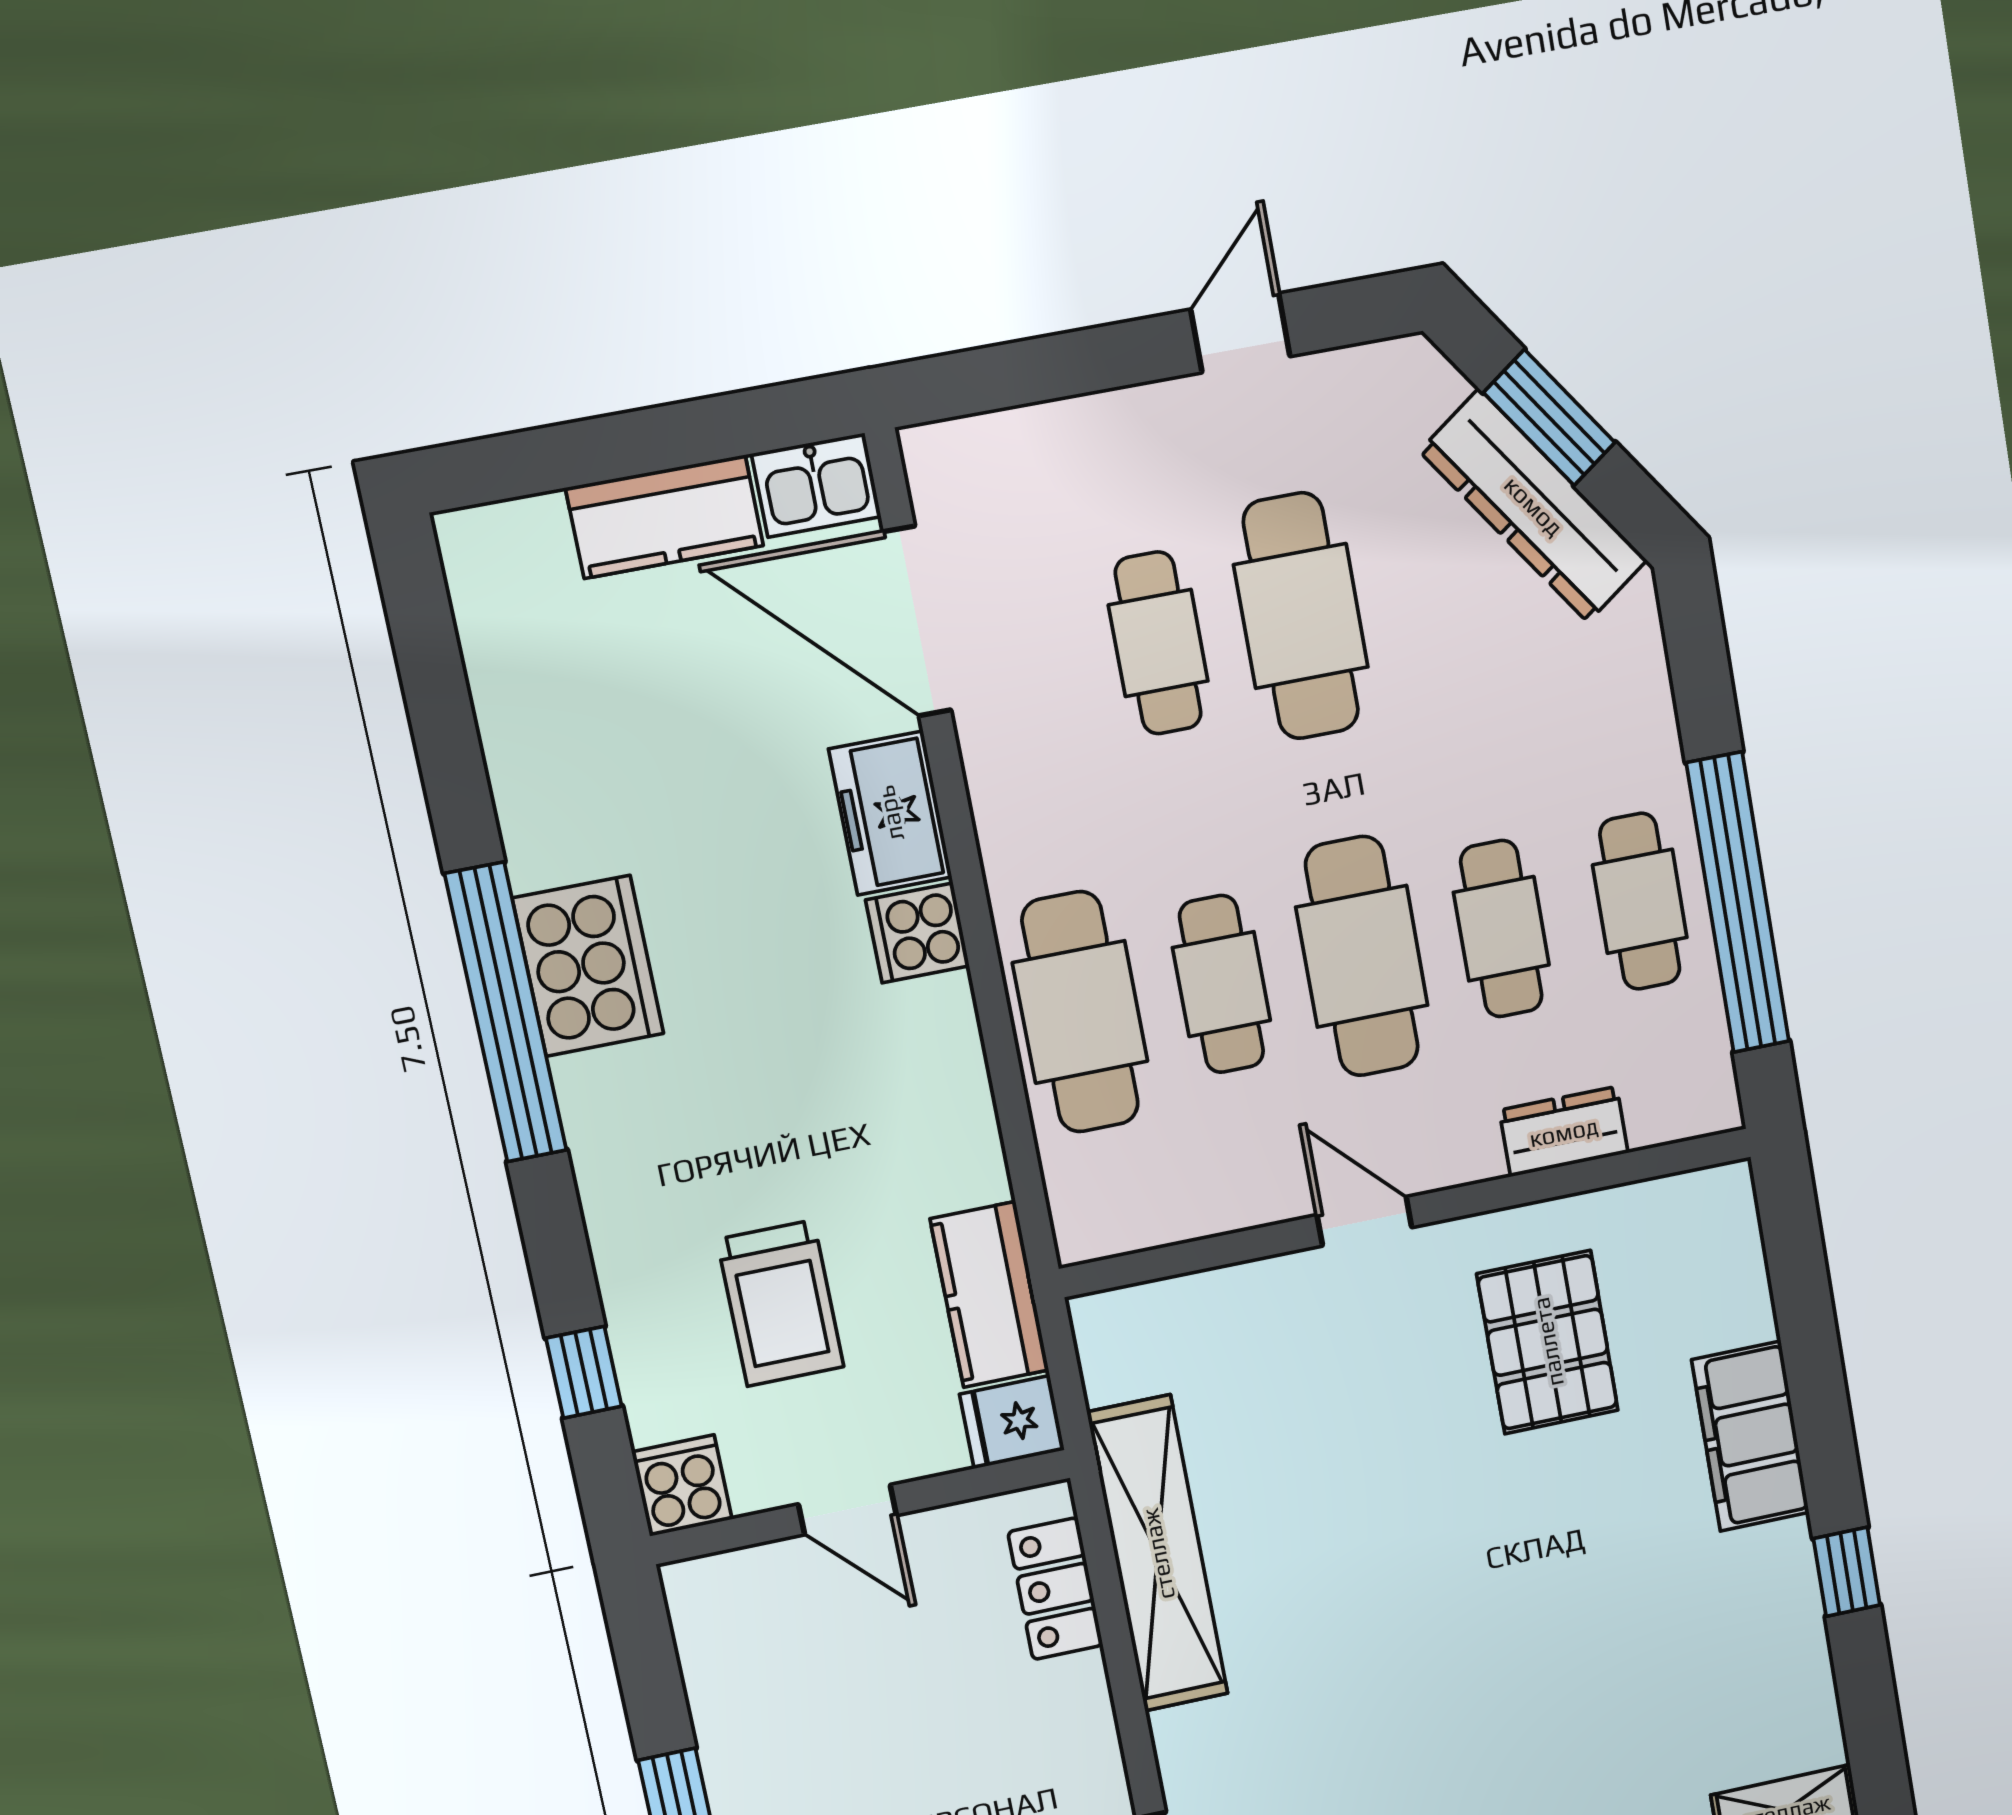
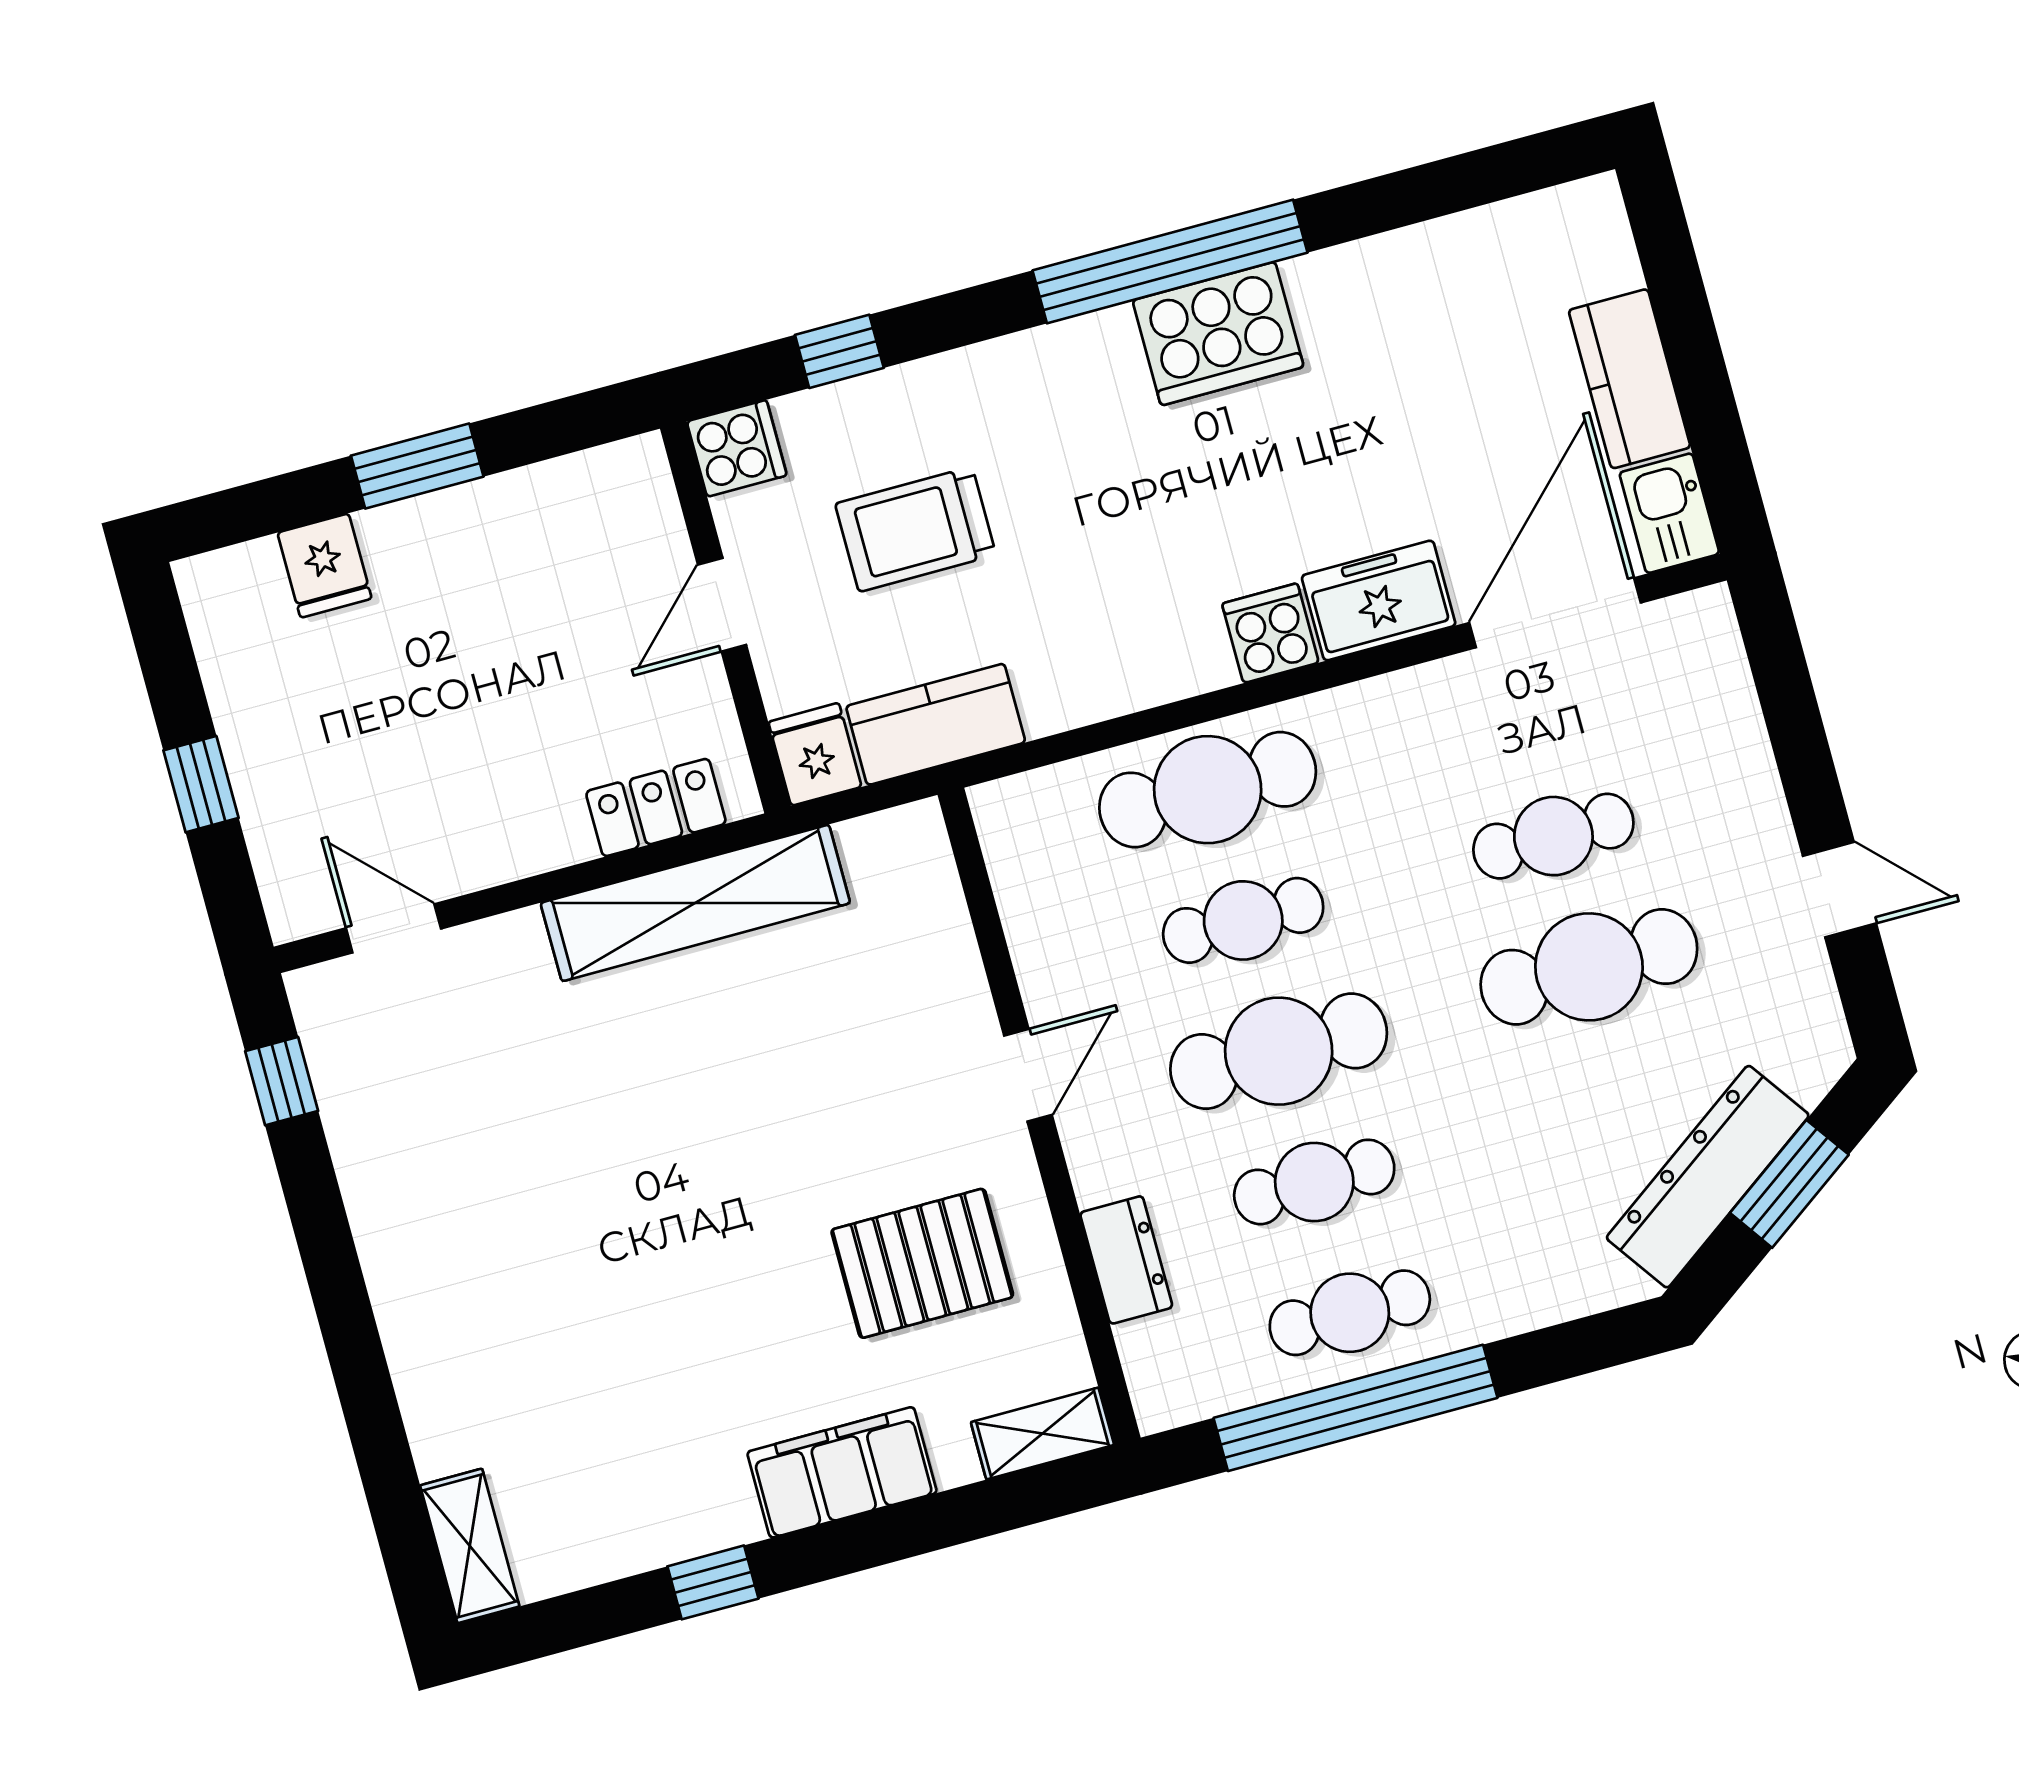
shelving: (1732, 1230) -> (1042, 1434), added

